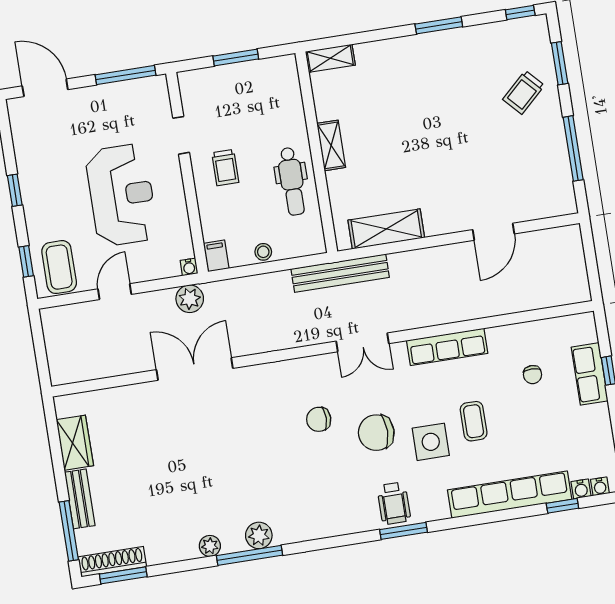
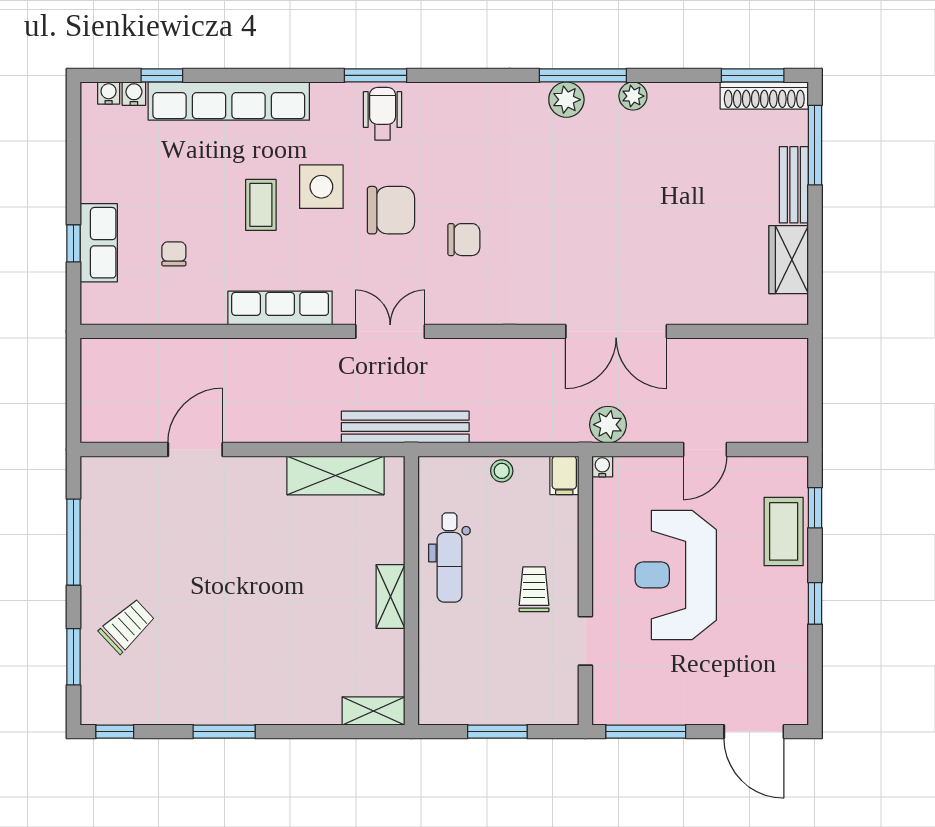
dental chair: (292, 181) -> (449, 557), turned 180
coffee table: (59, 267) -> (784, 531), moved

